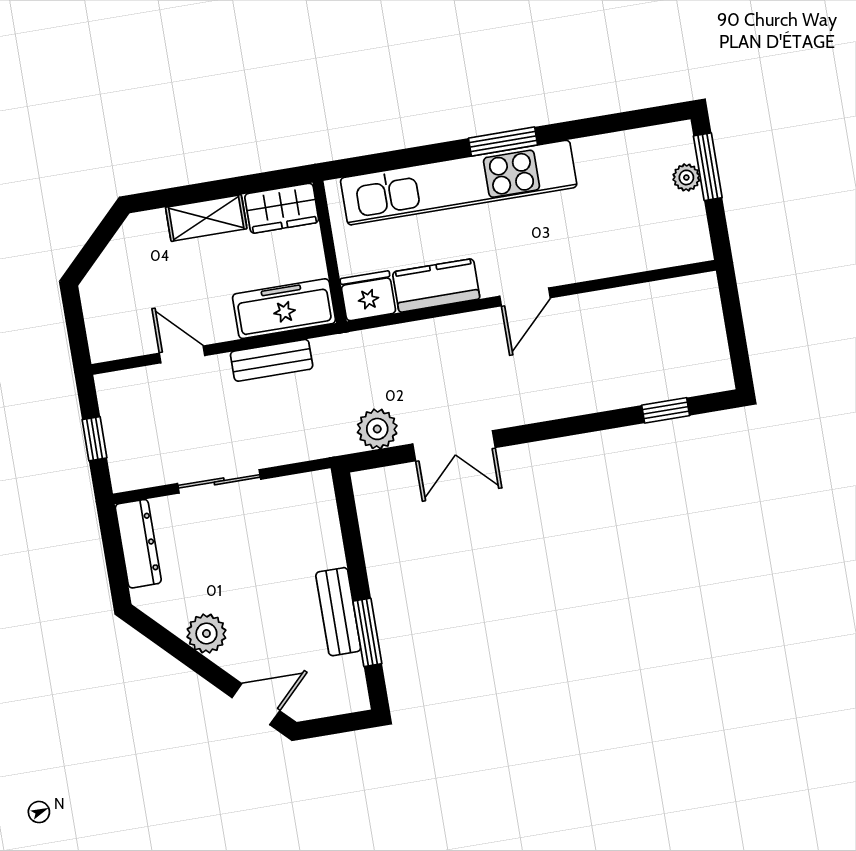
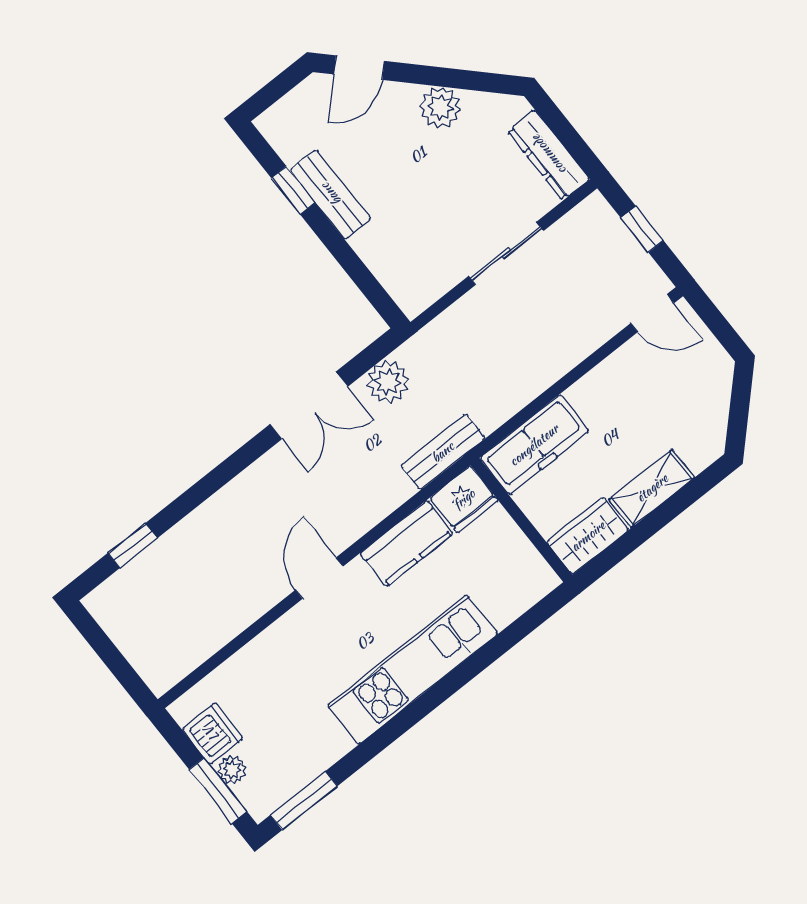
window: (503, 142) -> (304, 801), moved
kitchen unit: (459, 183) -> (413, 670), width x0.73
dishwasher: (686, 217) -> (212, 734), added
door: (182, 354) -> (652, 313), moved
bench: (272, 360) -> (443, 452), moved
double door: (454, 446) -> (309, 405), swing flipped
window: (367, 632) -> (293, 190), width x0.67

